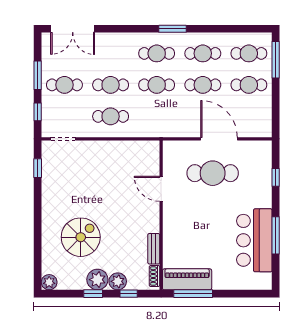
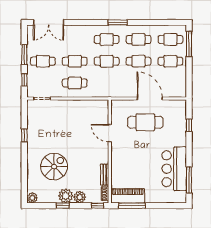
window: (38, 168) -> (24, 135), moved
window: (276, 235) -> (189, 180), moved
window: (129, 294) -> (97, 206), moved

